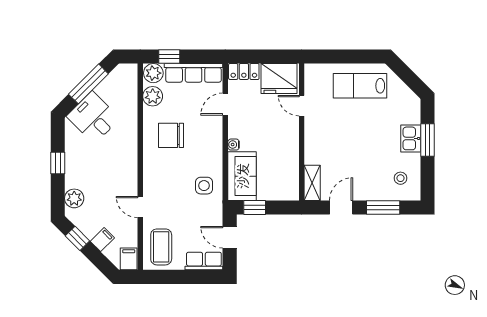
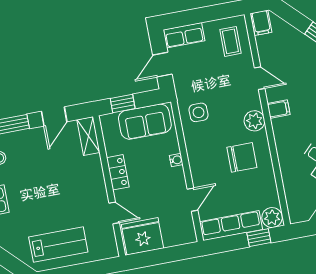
locker: (244, 71) -> (118, 172), moved, turned 90
plant: (153, 96) -> (254, 121), moved
sofa: (242, 176) -> (145, 122), moved, turned -90
window: (255, 207) -> (123, 104), moved
door: (230, 237) -> (162, 65), swing flipped
filing cabinet: (102, 240) -> (279, 109), moved, turned -135
coffee table: (161, 247) -> (230, 41), width x0.73, depth x0.77

